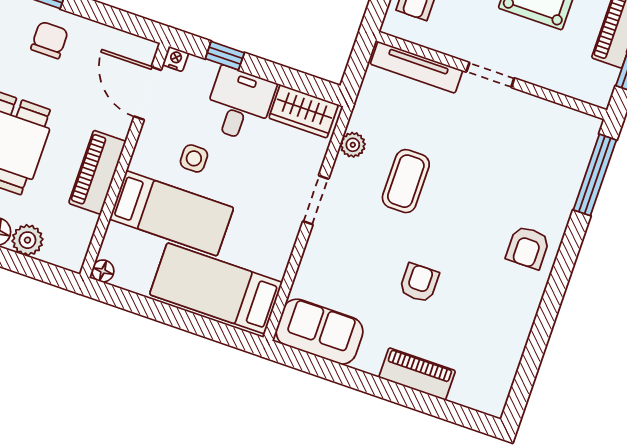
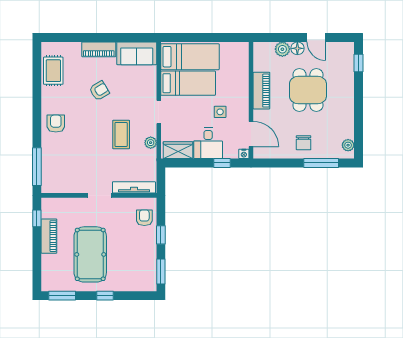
bed: (172, 213) -> (188, 83), moved, turned 180
floor lamp: (103, 271) -> (244, 47), removed
armchair: (419, 283) -> (99, 91), turned -121
rug: (497, 354) -> (53, 71), added
piano: (417, 374) -> (99, 49), moved

